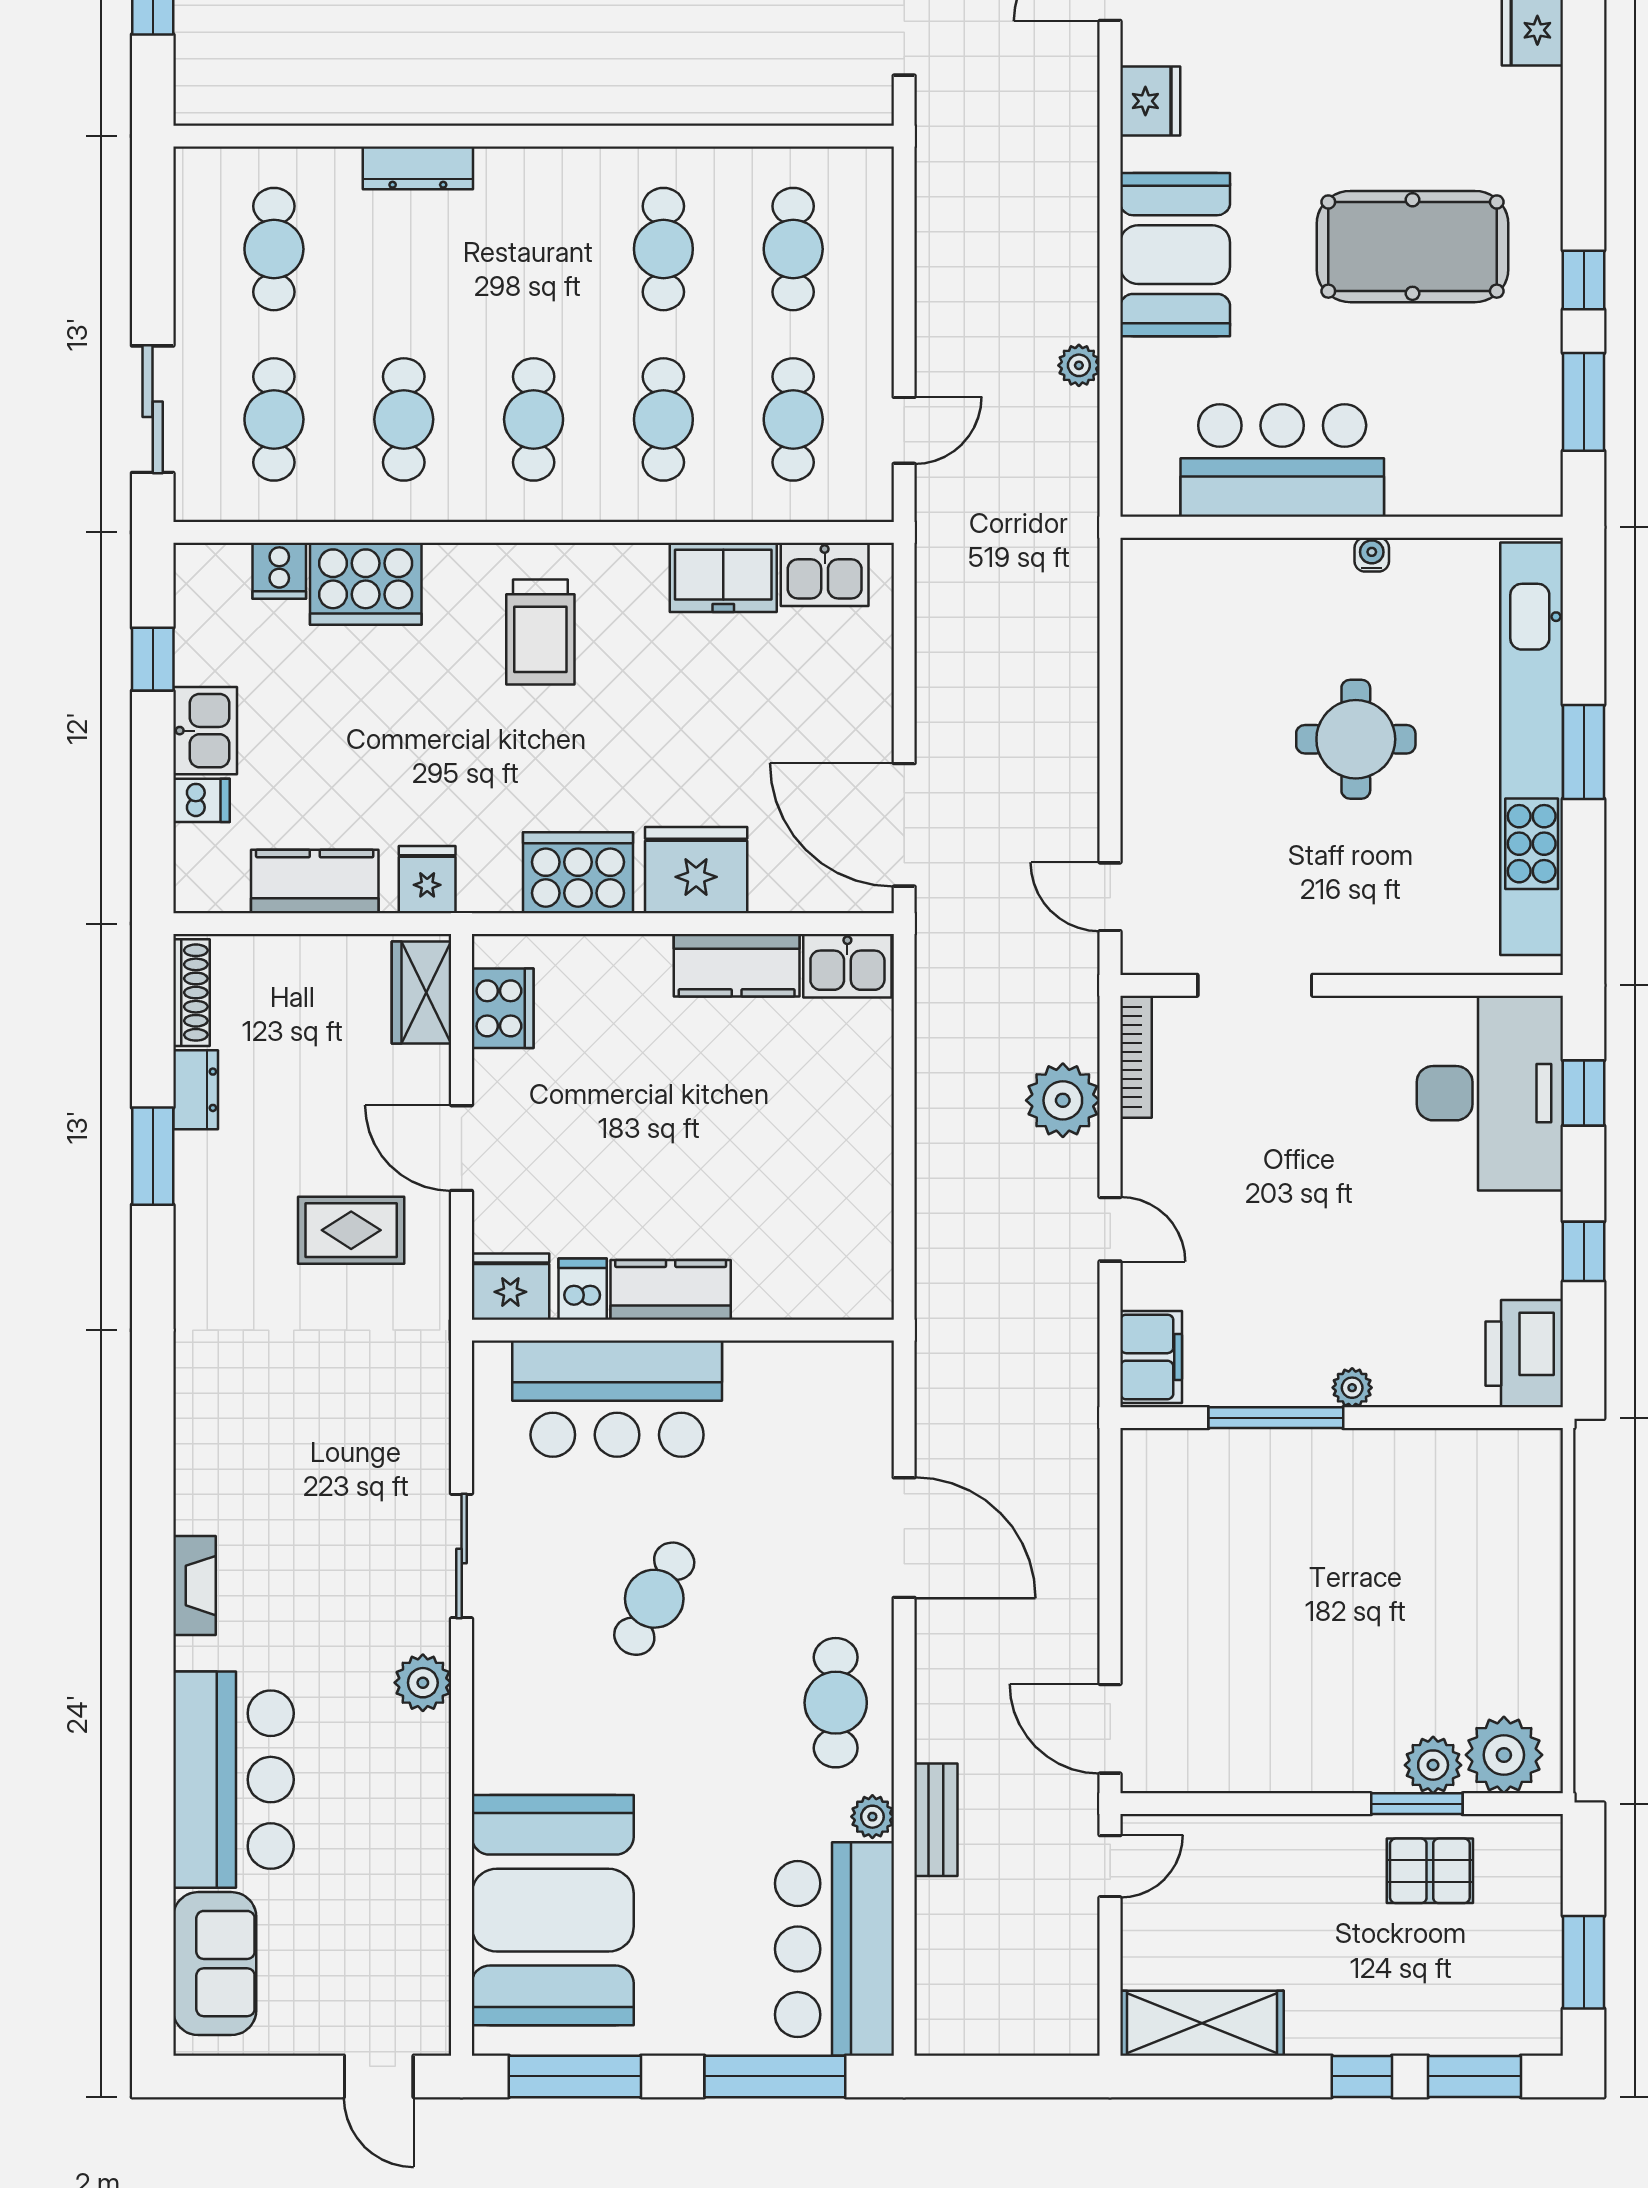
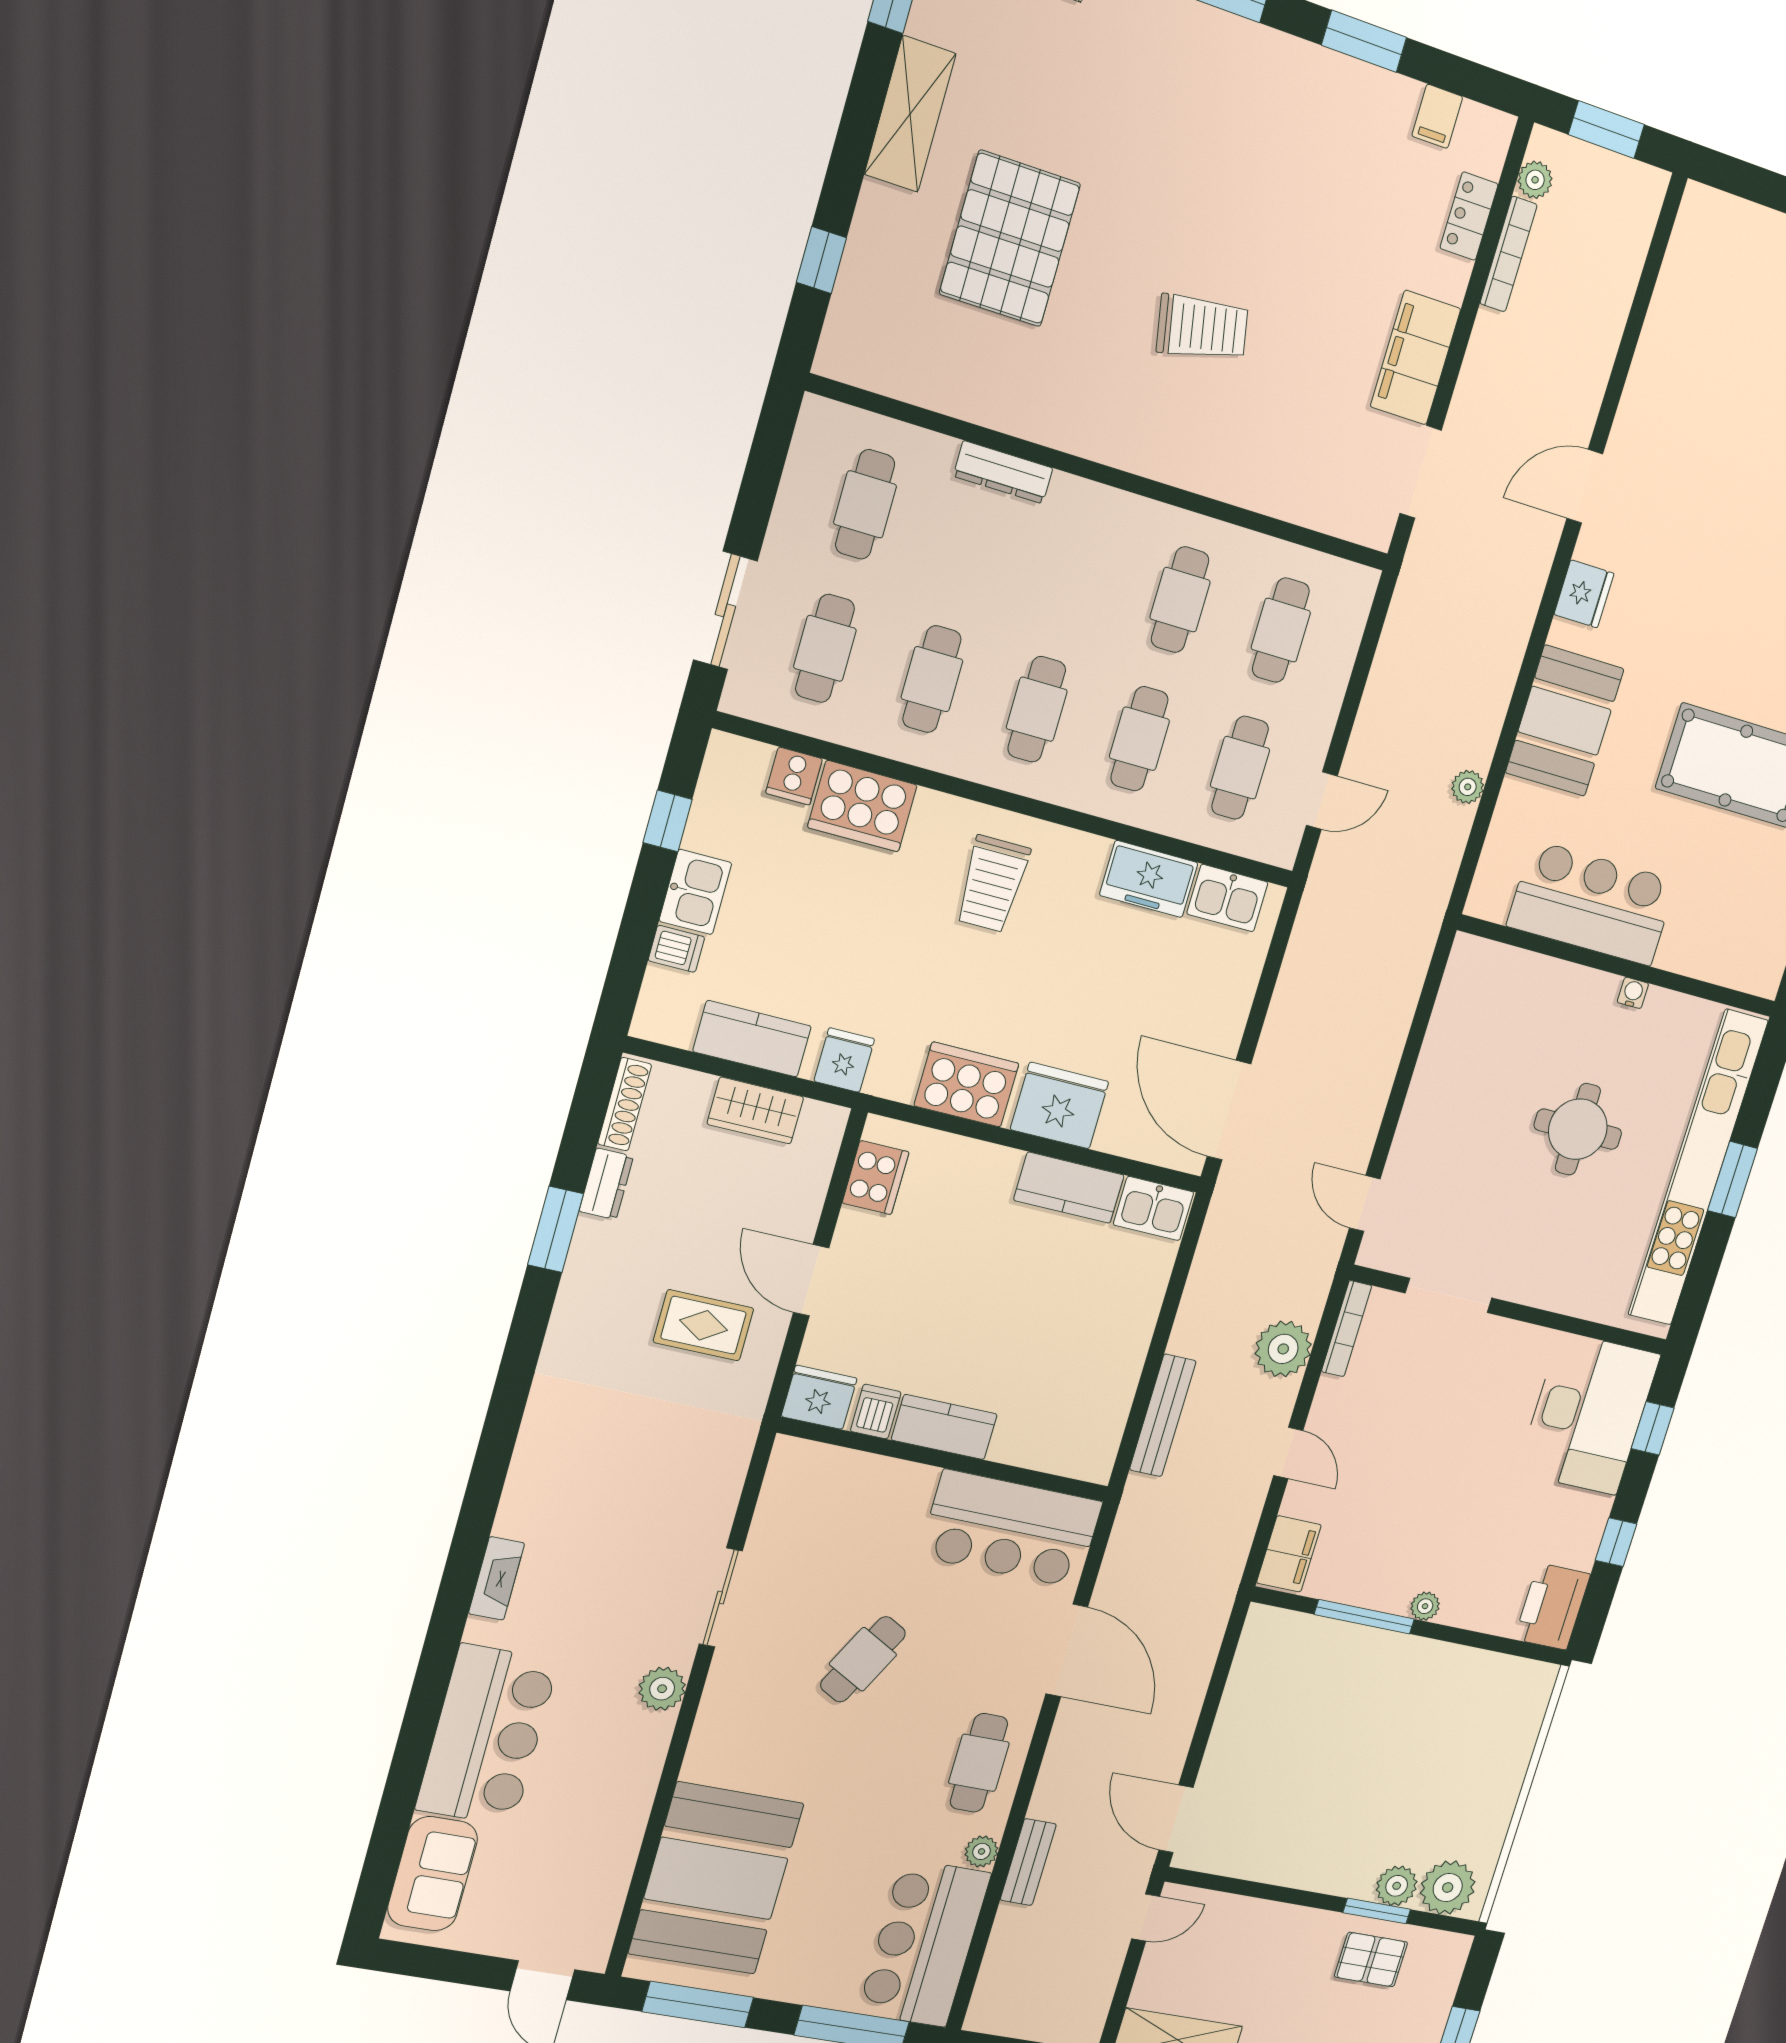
wardrobe: (422, 993) -> (755, 1110), moved, turned -90
bench: (936, 1217) -> (1163, 1415), added
bar counter: (617, 1399) -> (1011, 1529), moved

